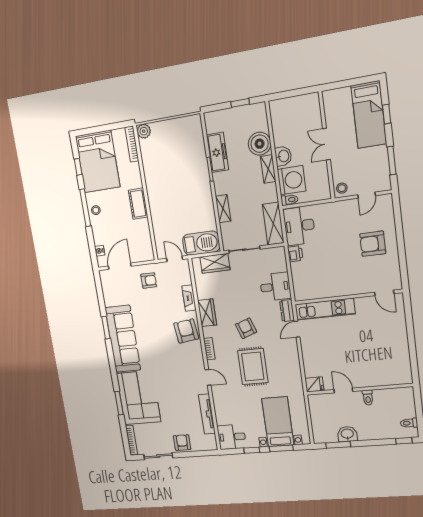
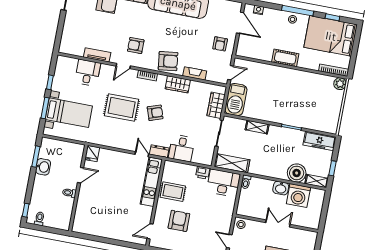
freezer: (217, 152) -> (320, 141), moved
shelving: (268, 169) -> (317, 181), moved
washing machine: (291, 180) -> (298, 196), moved
armchair: (373, 244) -> (179, 221), moved
rug: (328, 281) -> (173, 192), added
tv unit: (207, 414) -> (97, 55), width x0.71
desk: (232, 437) -> (88, 73), moved
armchair: (182, 443) -> (136, 46), moved, turned 180

